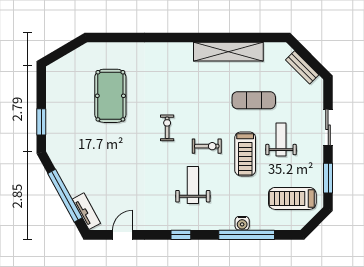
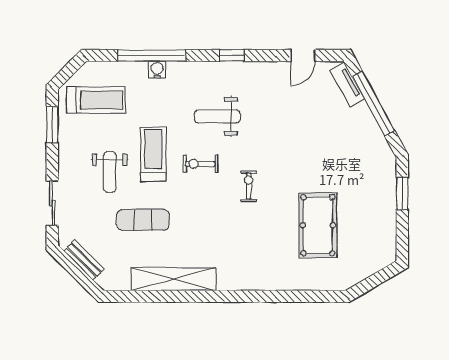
sliding door: (328, 127) -> (52, 203), moved
exercise bike: (167, 128) -> (249, 186), turned 180
weight bench: (193, 185) -> (217, 116), turned 90

